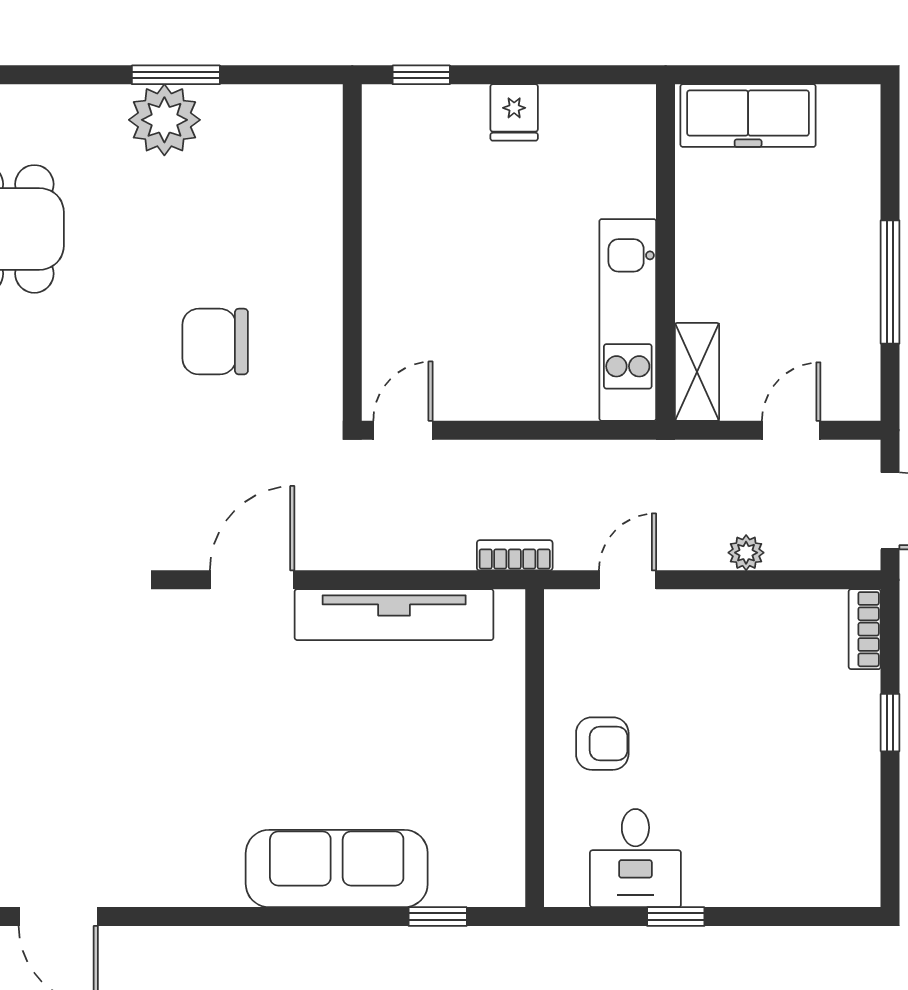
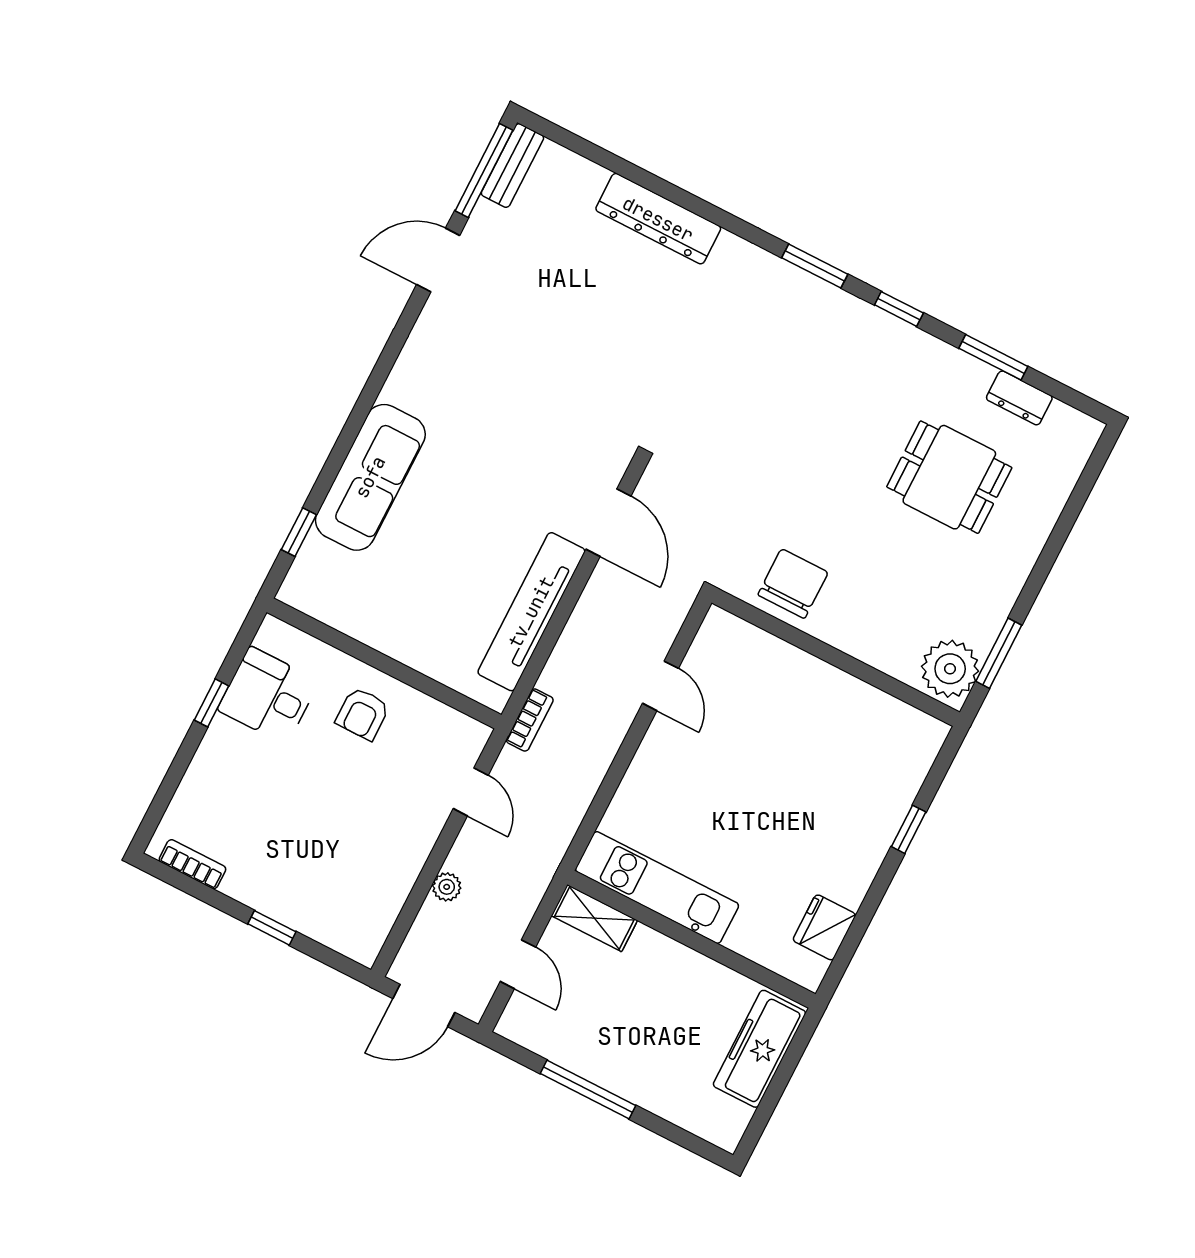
fridge: (514, 112) -> (824, 927), moved, width x1.38
plant: (164, 120) -> (950, 669), moved
wall: (352, 252) -> (836, 658), moved
bookcase: (865, 629) -> (193, 864), moved

